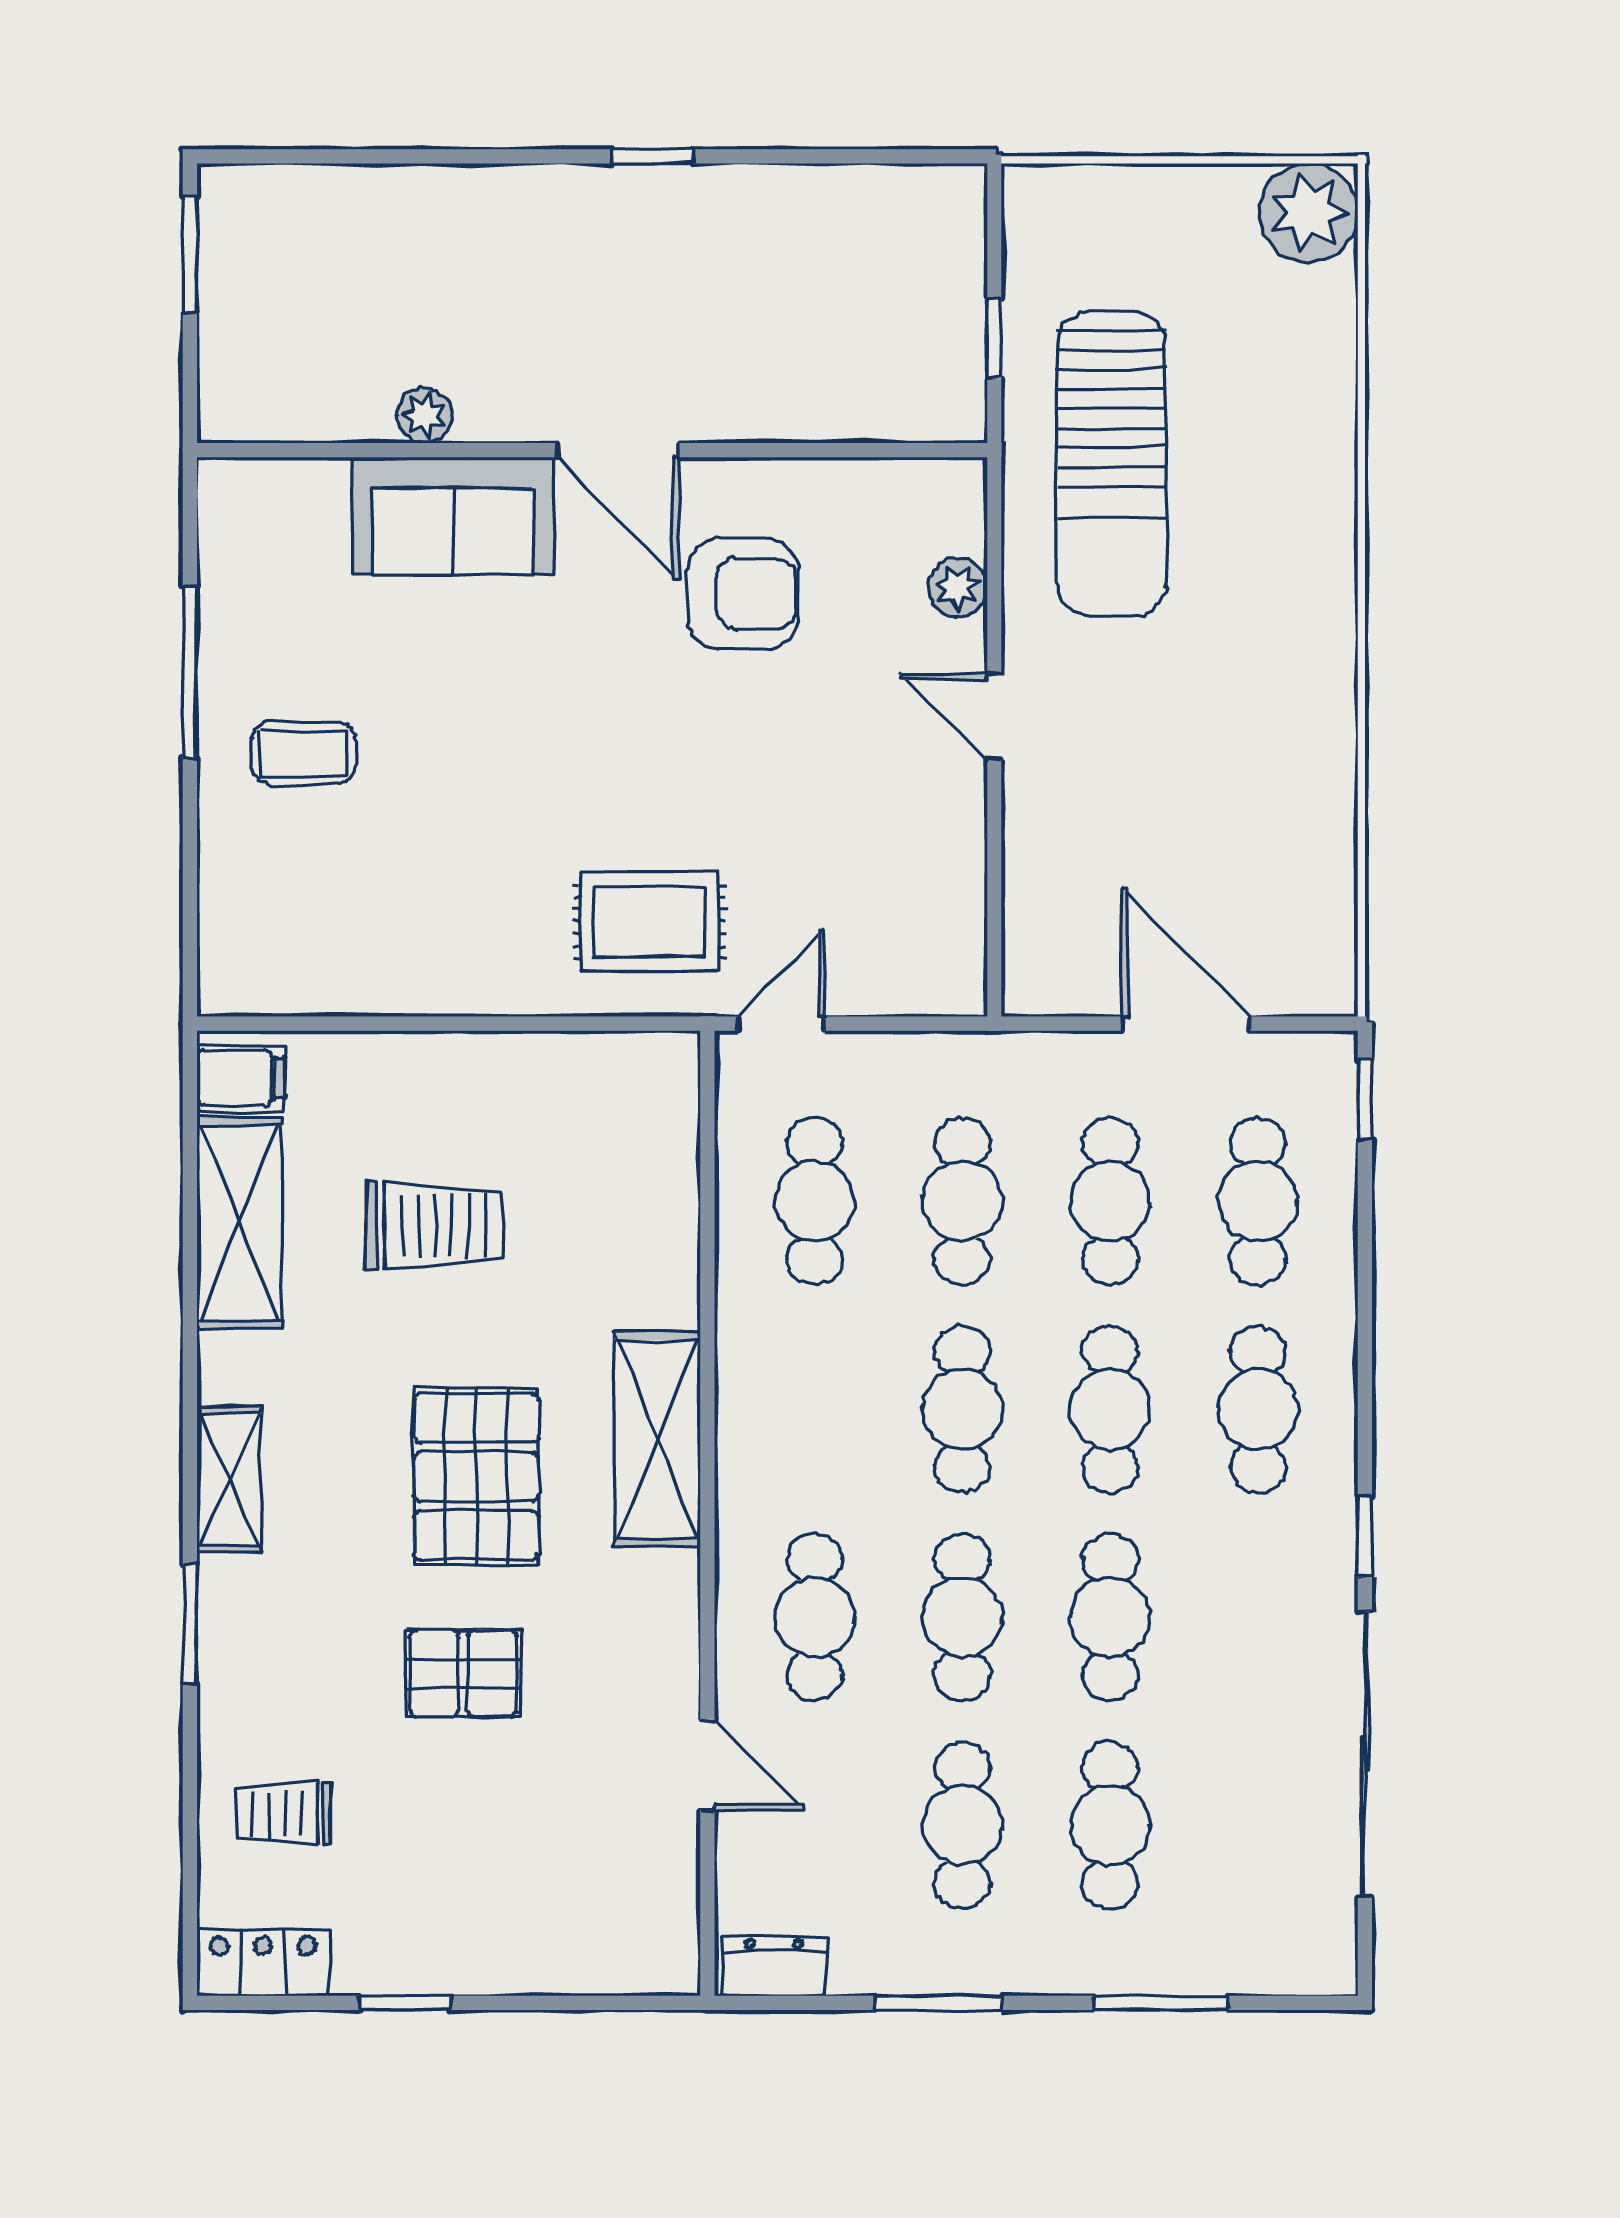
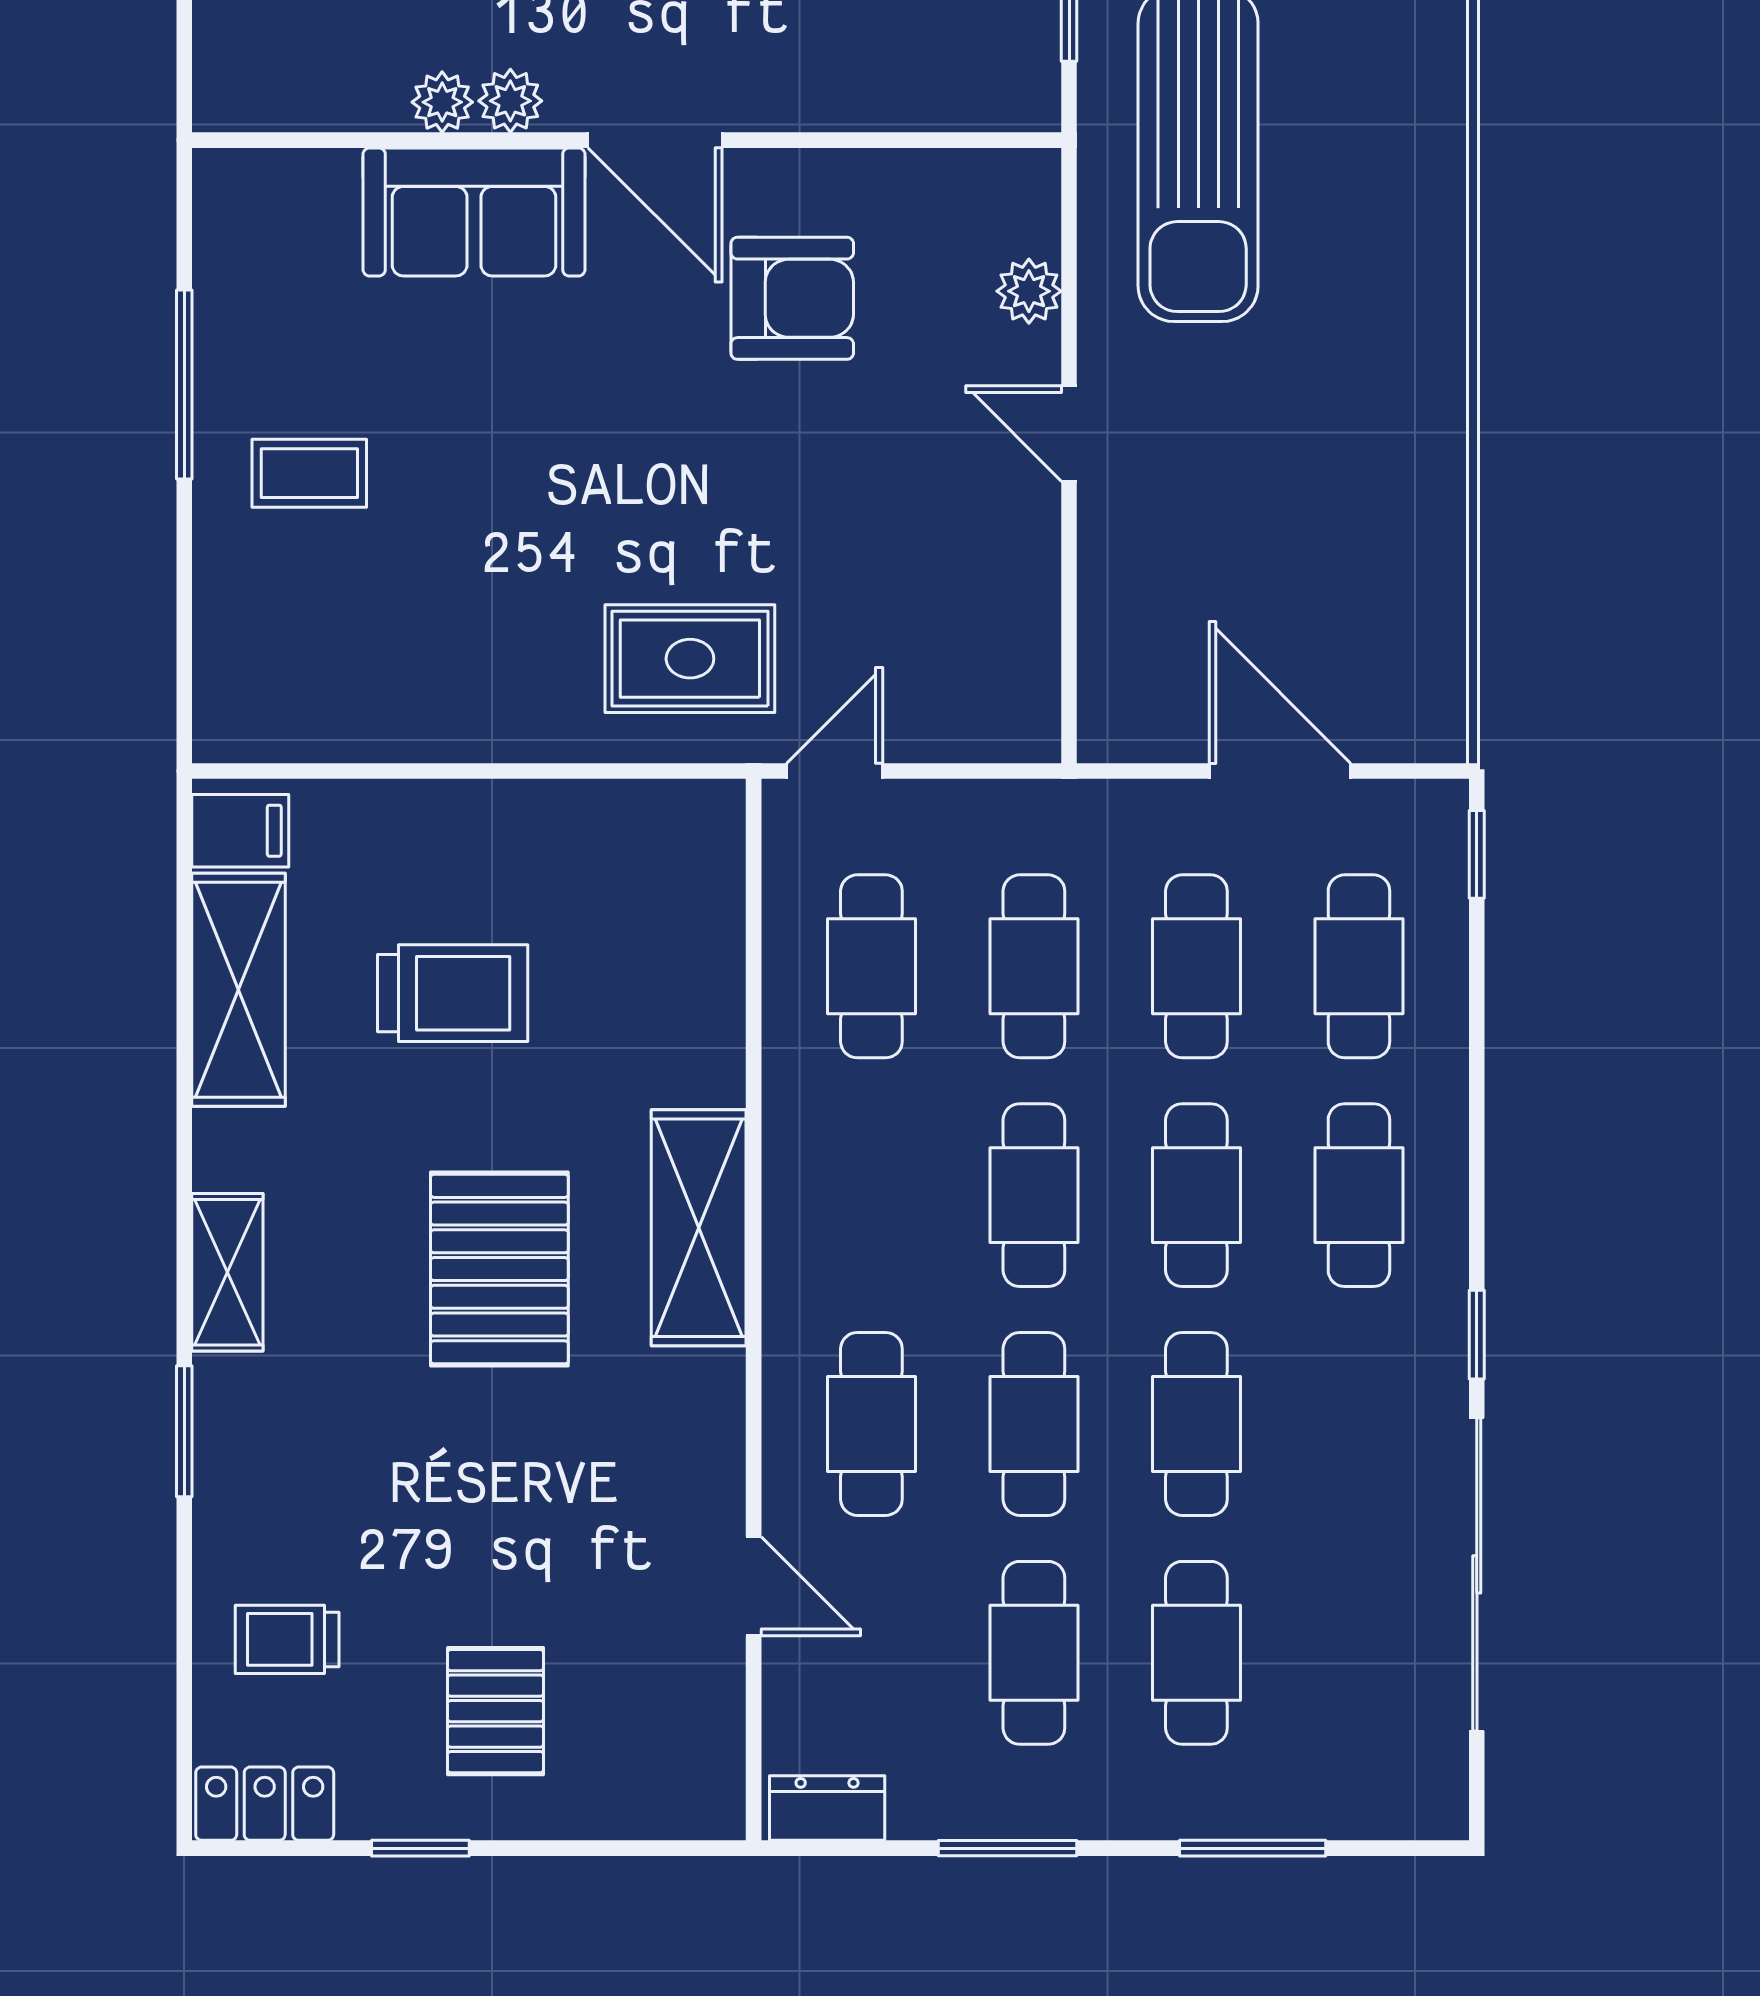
plant: (486, 414) -> (510, 101), added
pallet: (464, 1673) -> (496, 1711), moved, turned 90

